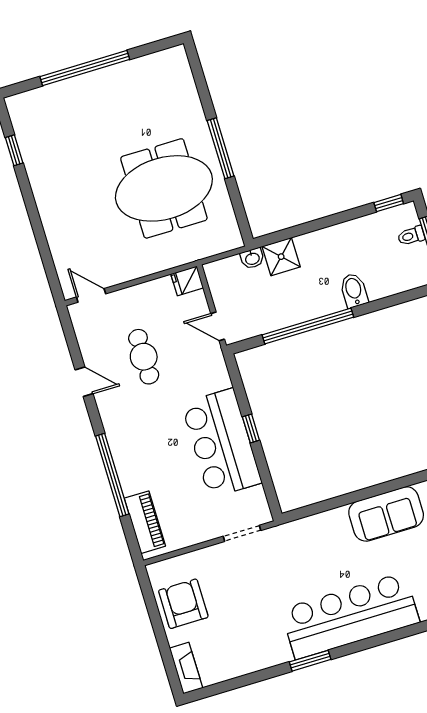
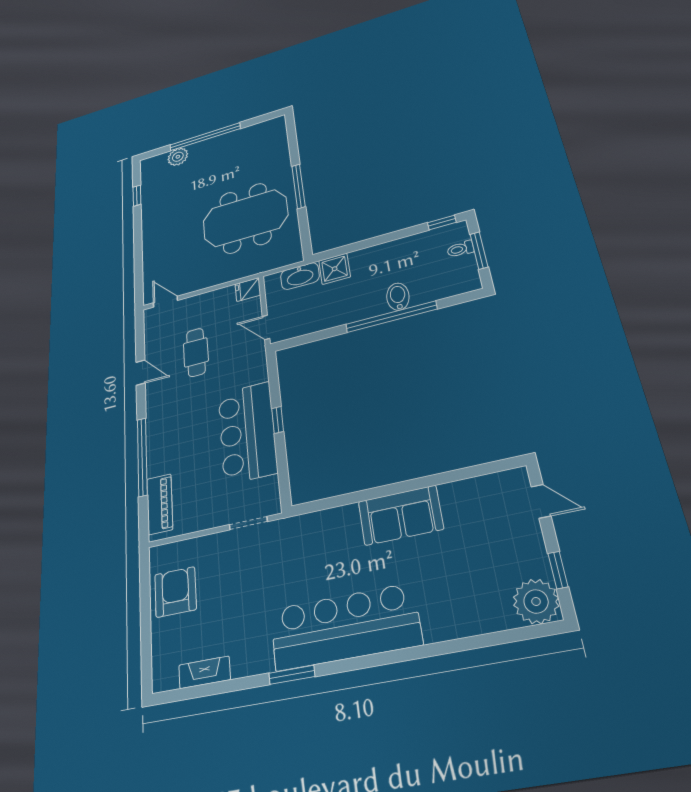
plant: (55, 96) -> (178, 157), added
washbasin: (252, 258) -> (300, 276), width x1.91, depth x1.45
window: (308, 326) -> (391, 317), moved
fireplace: (186, 668) -> (205, 672), moved, turned -90

